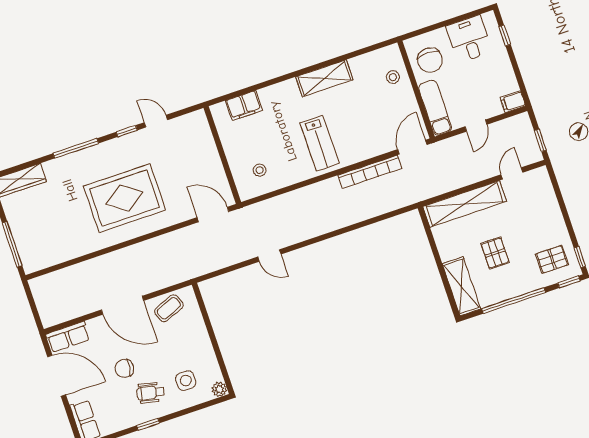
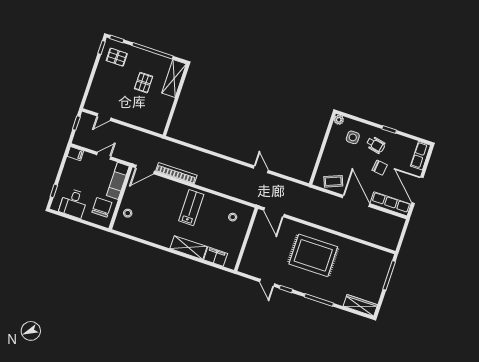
shelving: (324, 78) -> (189, 248), moved
shelving: (465, 204) -> (140, 120), removed
row of seats: (68, 337) -> (390, 204), width x1.48

